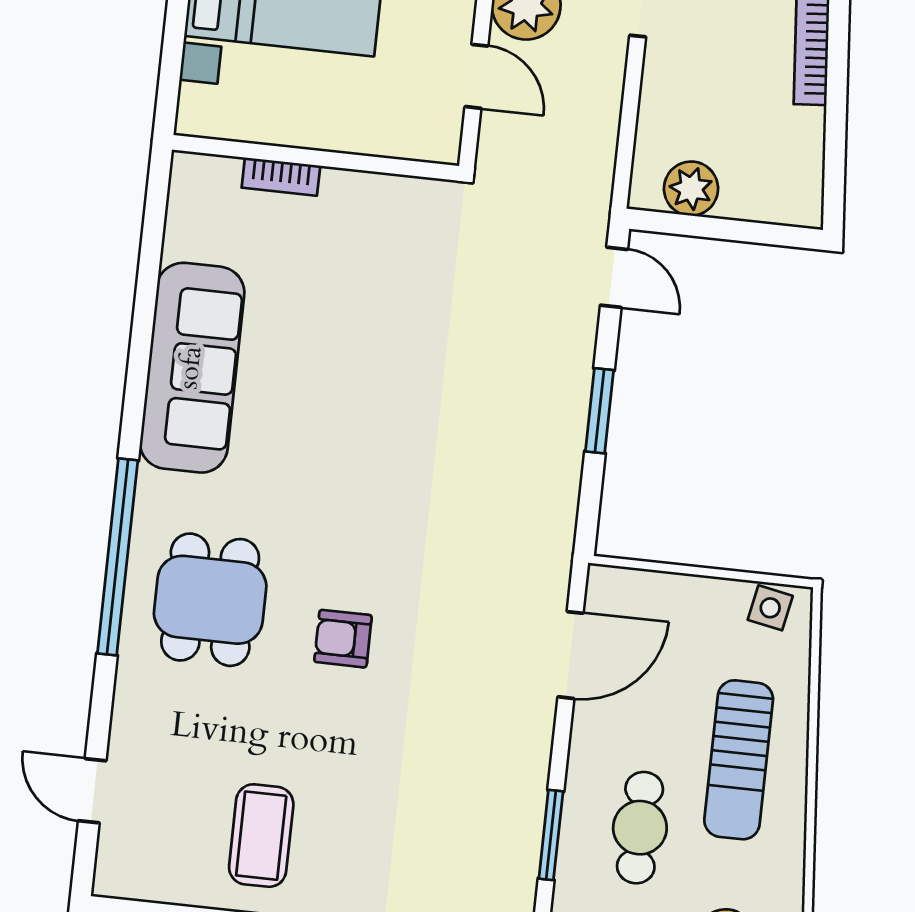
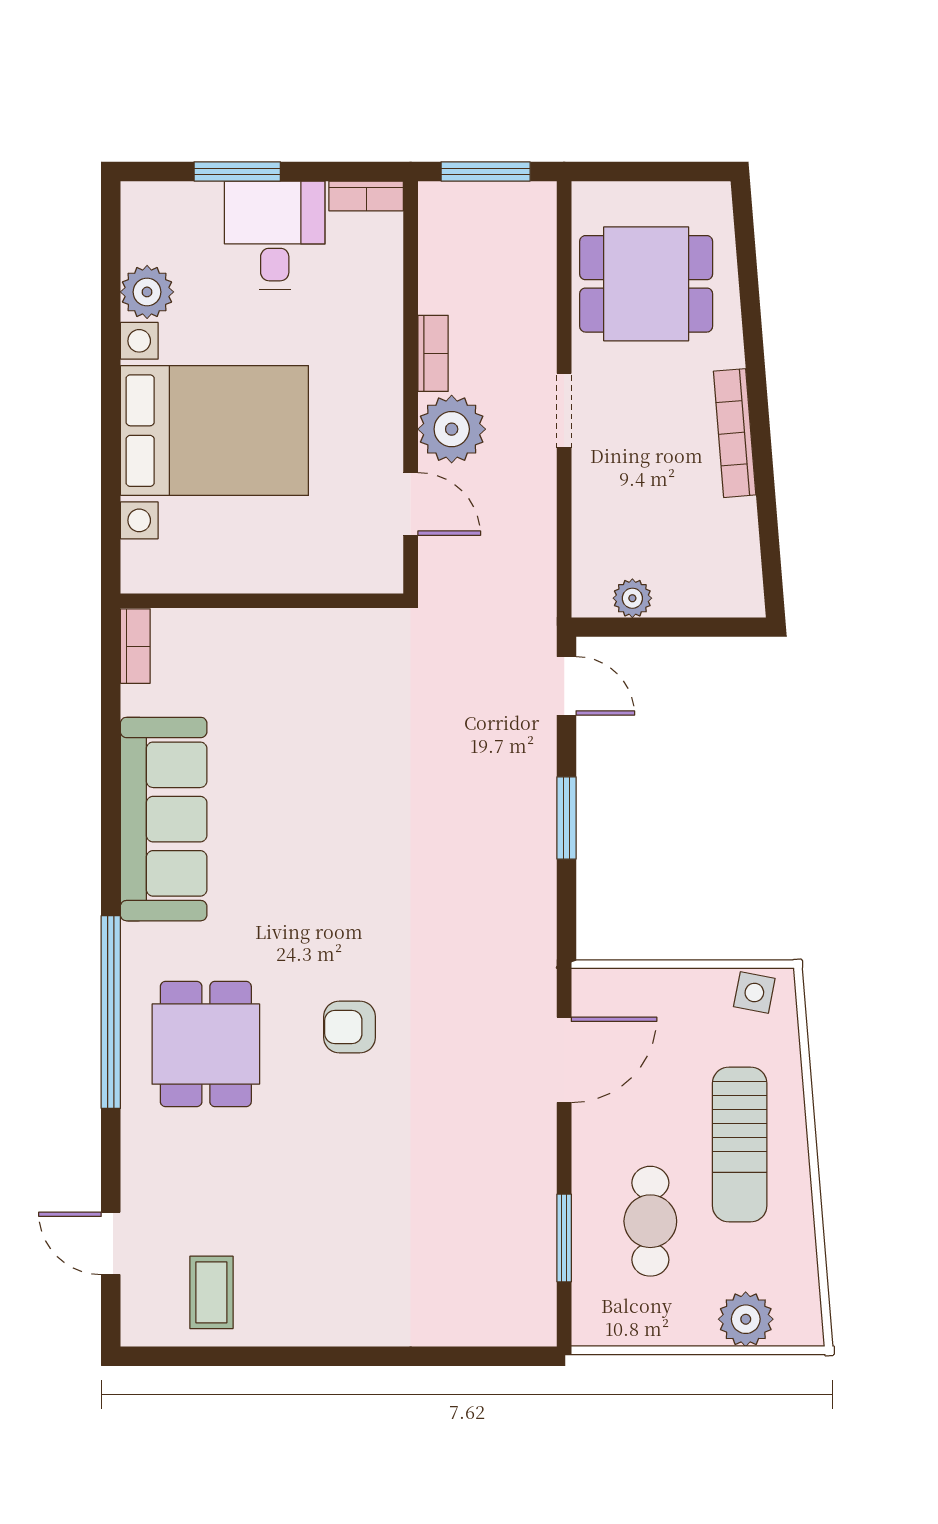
bookcase: (281, 177) -> (135, 646), moved, turned -90
plant: (691, 189) -> (632, 598), width x0.73, depth x0.73
armchair: (343, 639) -> (350, 1027), moved
coffee table: (261, 836) -> (211, 1292), moved, width x0.73, depth x0.77

